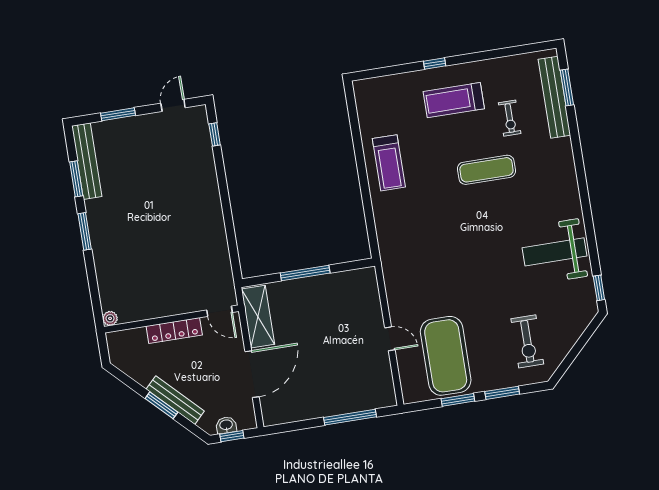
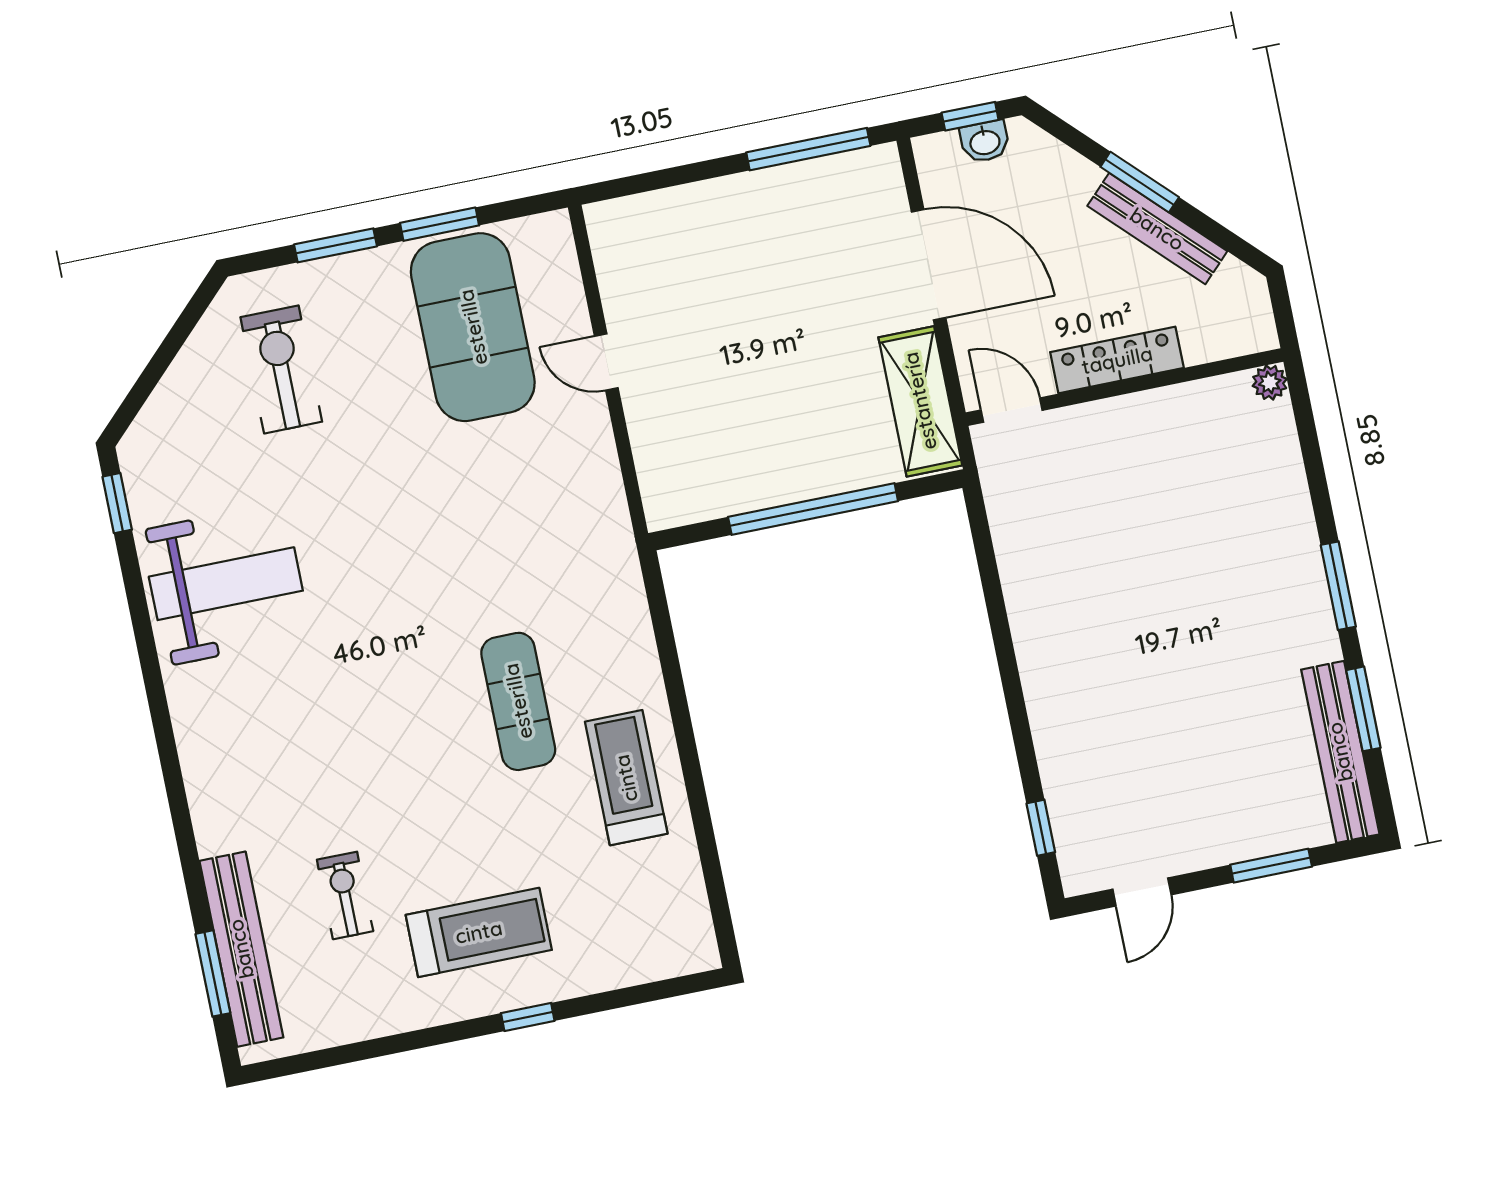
exercise mat: (486, 170) -> (518, 701), moved, turned 90
window: (305, 273) -> (813, 509), width x1.46
door: (252, 374) -> (929, 265), swing flipped
bench: (175, 400) -> (1157, 229), moved
window: (350, 417) -> (808, 149), moved

